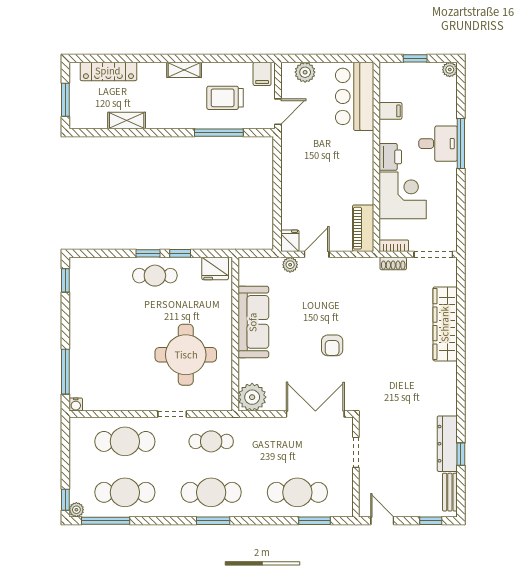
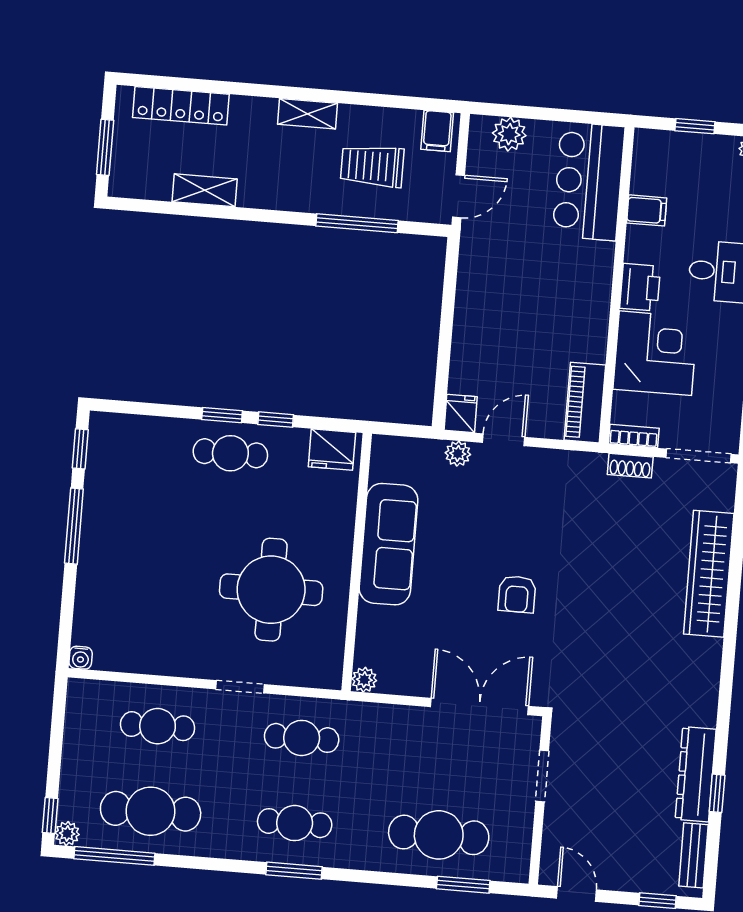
window: (65, 372) -> (74, 526), moved
plant: (252, 397) -> (364, 680), width x0.53, depth x0.53
cafe table: (125, 441) -> (158, 726), width x0.73, depth x0.74
cafe table: (211, 492) -> (295, 823), width x0.73, depth x0.74

